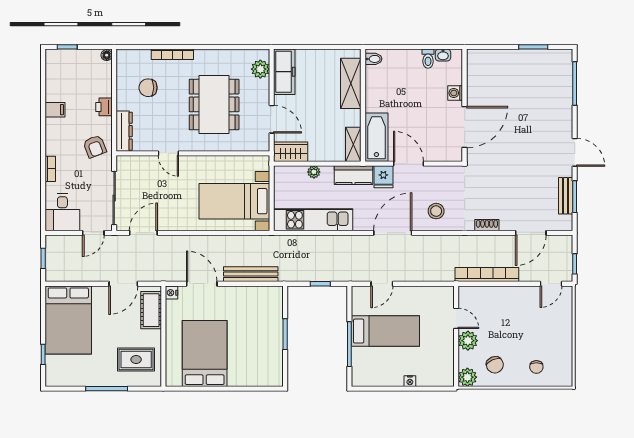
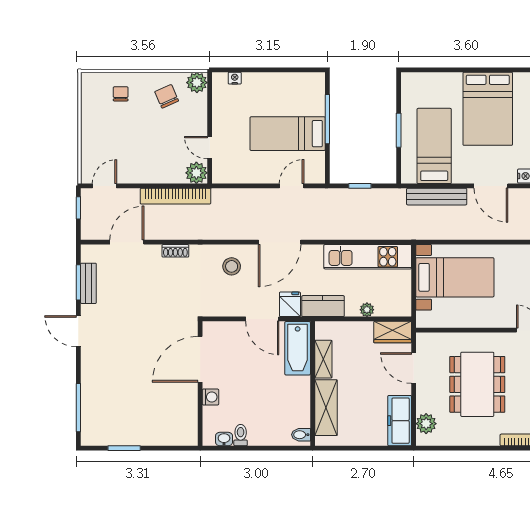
shelving: (353, 144) -> (323, 359), moved
bed: (253, 320) -> (434, 146), added
plant: (468, 341) -> (196, 173), moved
nightstand: (410, 381) -> (235, 78), moved

